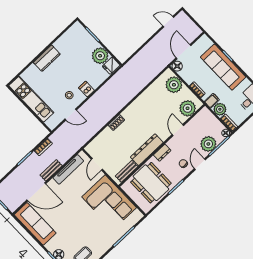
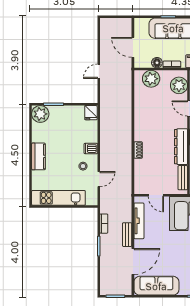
door: (168, 22) -> (99, 71), moved
plant: (100, 56) -> (40, 114), moved
floor lamp: (177, 66) -> (157, 63), moved

